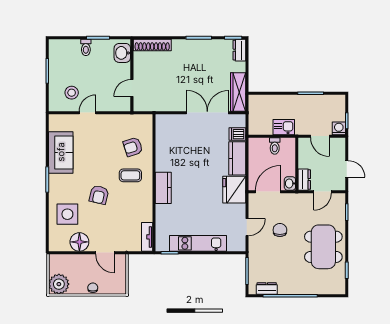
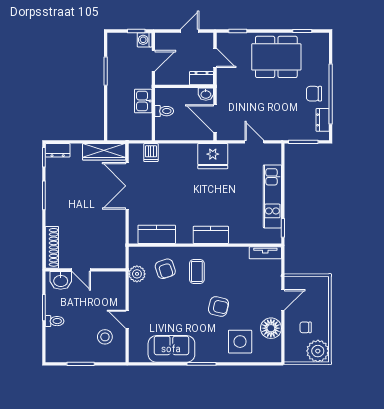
door: (132, 88) -> (81, 270), moved
plant: (128, 121) -> (137, 274), added
kitchen counter: (237, 158) -> (157, 234), moved, turned 180
chair: (280, 230) -> (314, 94), moved
chair: (93, 288) -> (306, 327), moved

